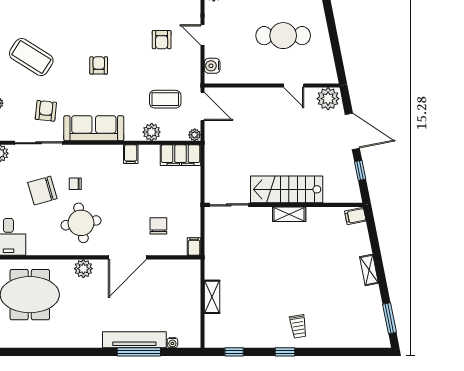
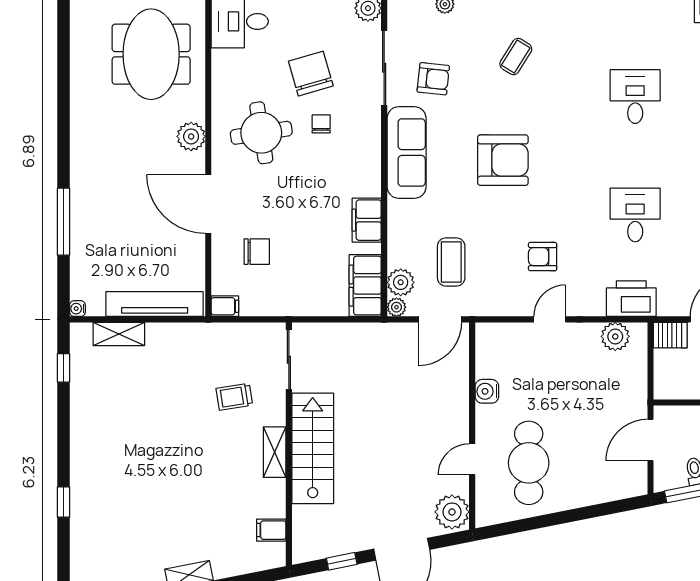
cafe table: (283, 36) -> (529, 463), moved
coffee table: (31, 57) -> (516, 57), width x0.54, depth x0.58
armchair: (99, 65) -> (503, 160), width x1.88, depth x1.88
water cooler: (212, 66) -> (487, 391), moved, turned -90
plant: (152, 132) -> (401, 282), moved
filing cabinet: (131, 154) -> (367, 220), width x2.00
filing cabinet: (355, 216) -> (271, 530), moved, turned -79
shelving: (212, 297) -> (119, 334), moved
trolley: (298, 326) -> (234, 397), moved
tv unit: (134, 340) -> (155, 304), moved, turned -90
water cooler: (172, 343) -> (77, 309), moved
window: (285, 352) -> (63, 502), moved

